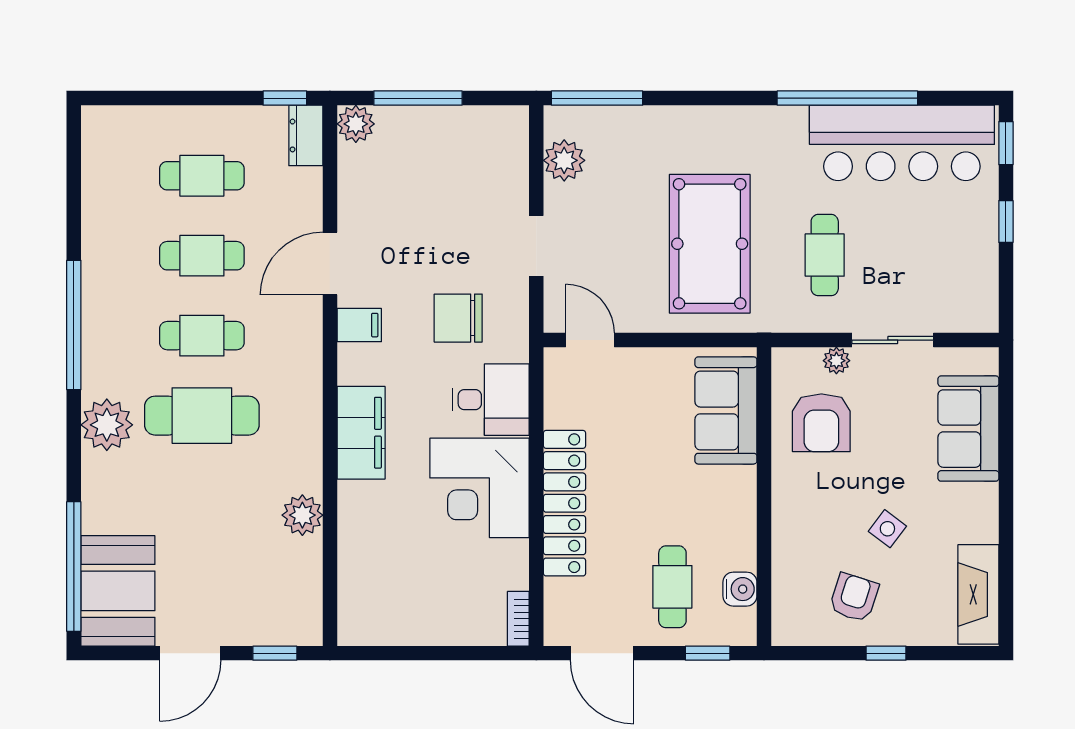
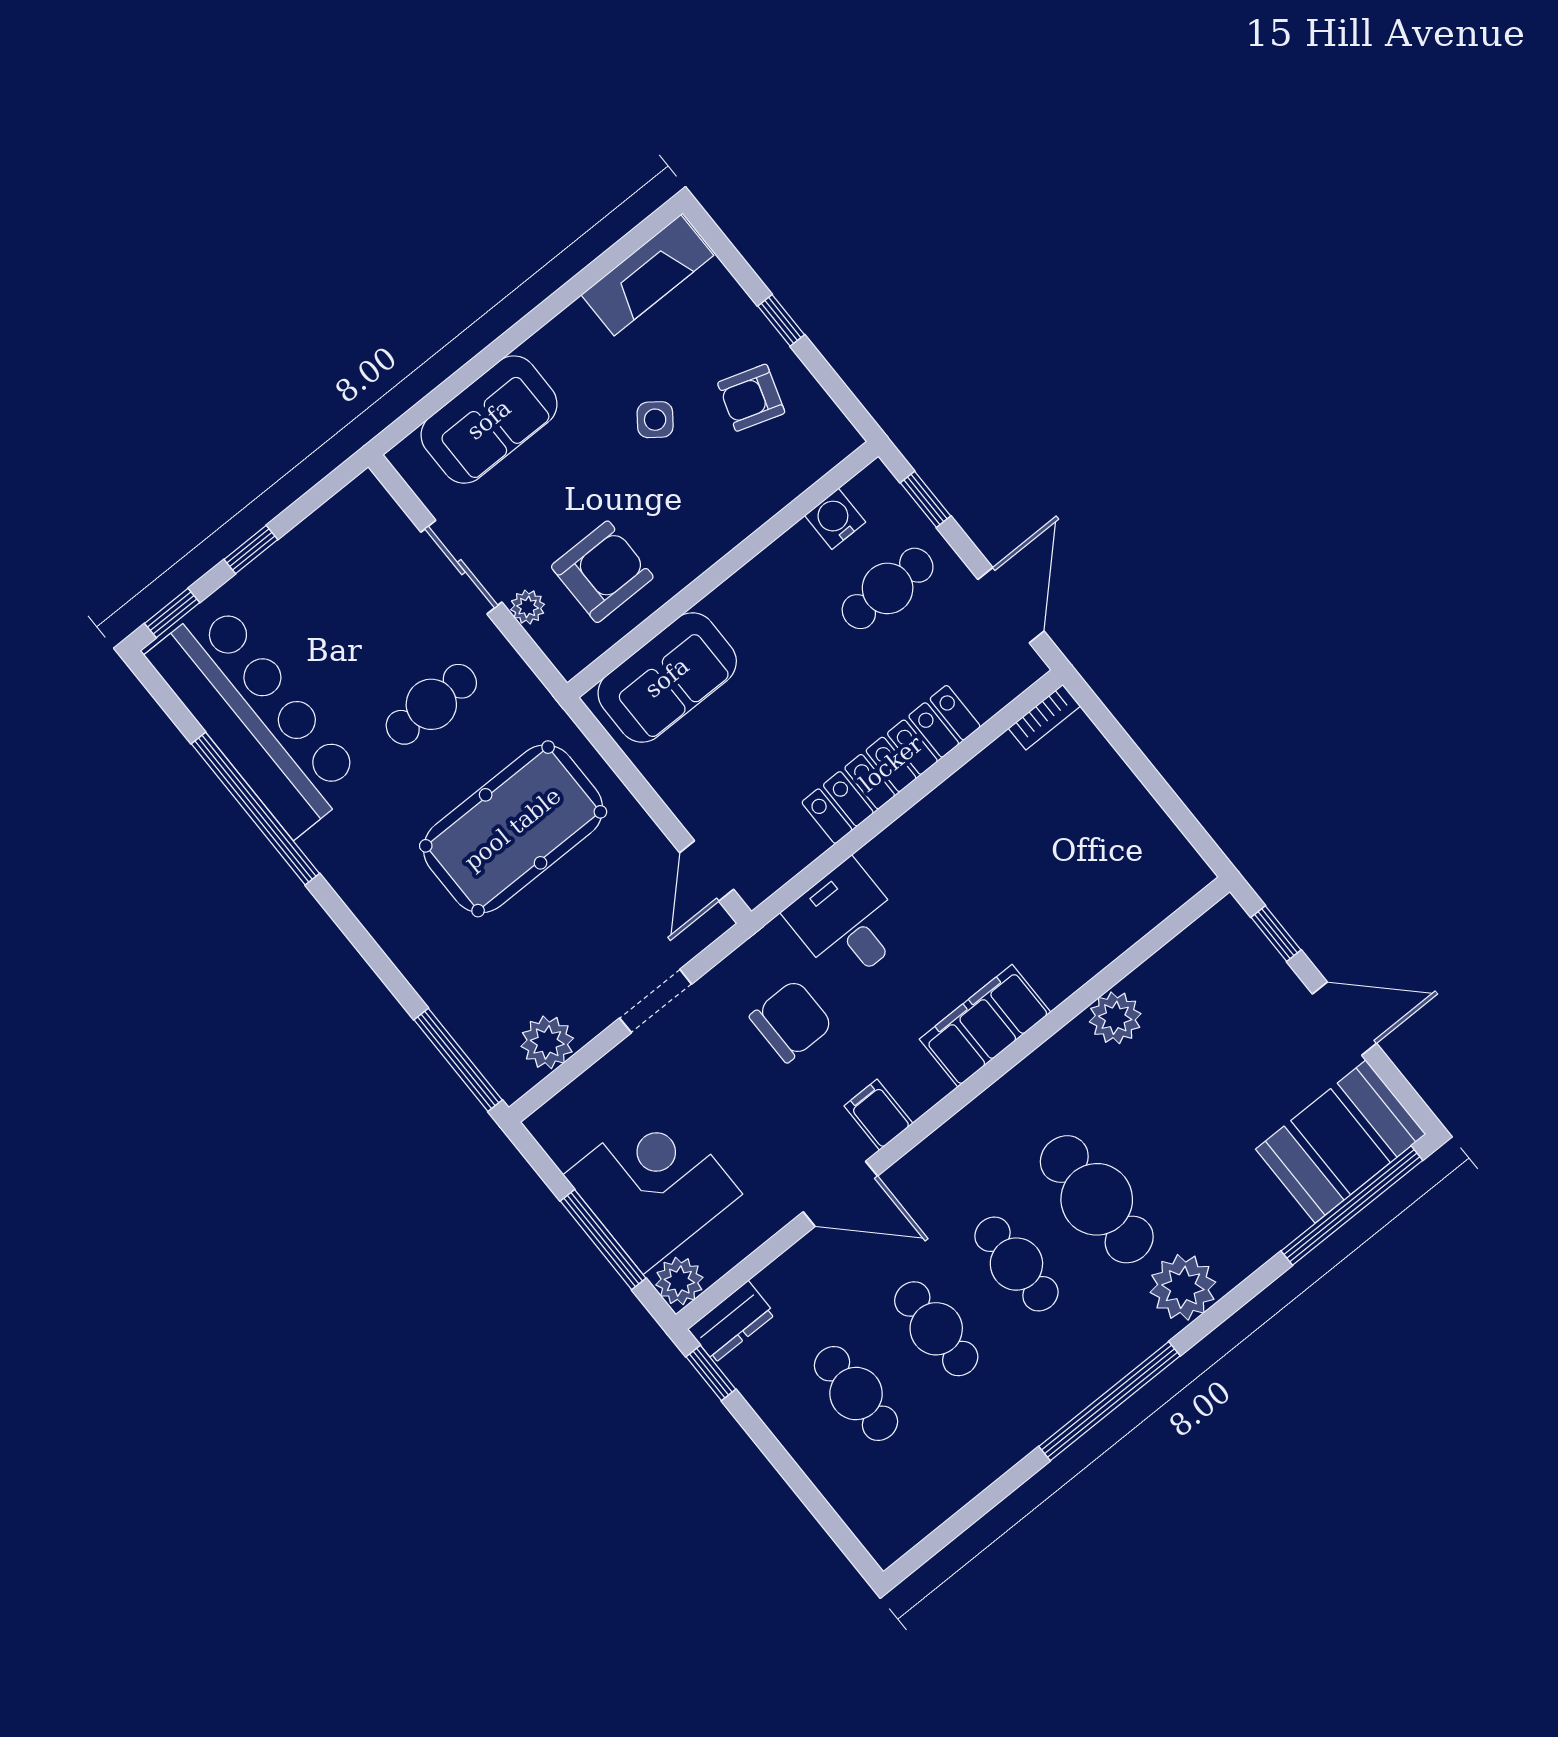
chair: (458, 318) -> (791, 1021), turned -90
corner desk: (480, 488) -> (653, 1184), moved, turned -90

